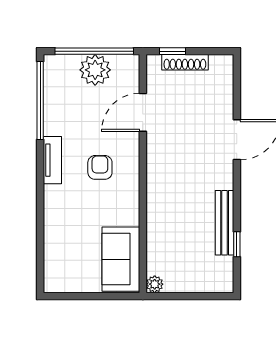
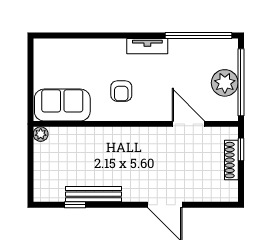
armchair: (100, 167) -> (121, 91), moved, turned 90

